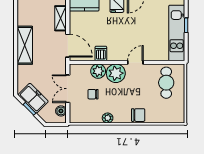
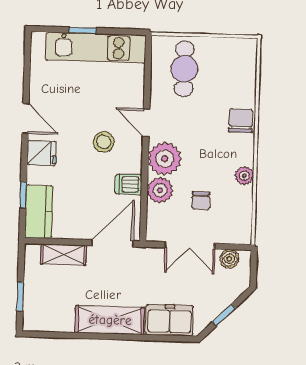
stool: (124, 39) -> (104, 142), added
cafe table: (166, 83) -> (184, 69), turned 90
freezer: (33, 98) -> (169, 320), moved, turned 45

